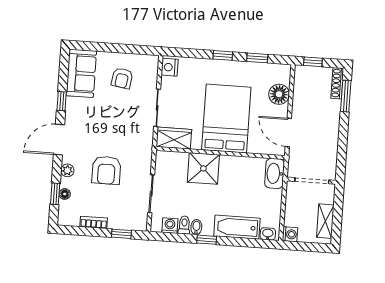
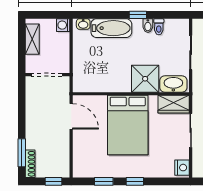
floor lamp: (279, 94) -> (82, 150), removed
washbasin: (275, 173) -> (173, 84), moved, turned -90
washing machine: (170, 226) -> (172, 25), removed

